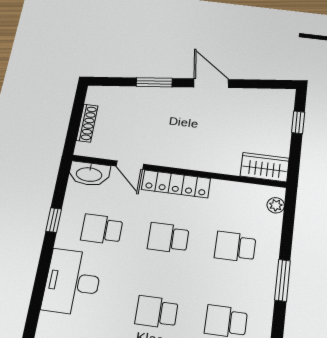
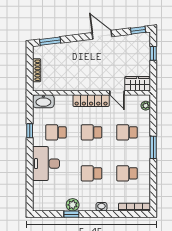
window: (154, 82) -> (50, 41), moved
window: (275, 84) -> (138, 30), added
door: (130, 165) -> (117, 93), moved

